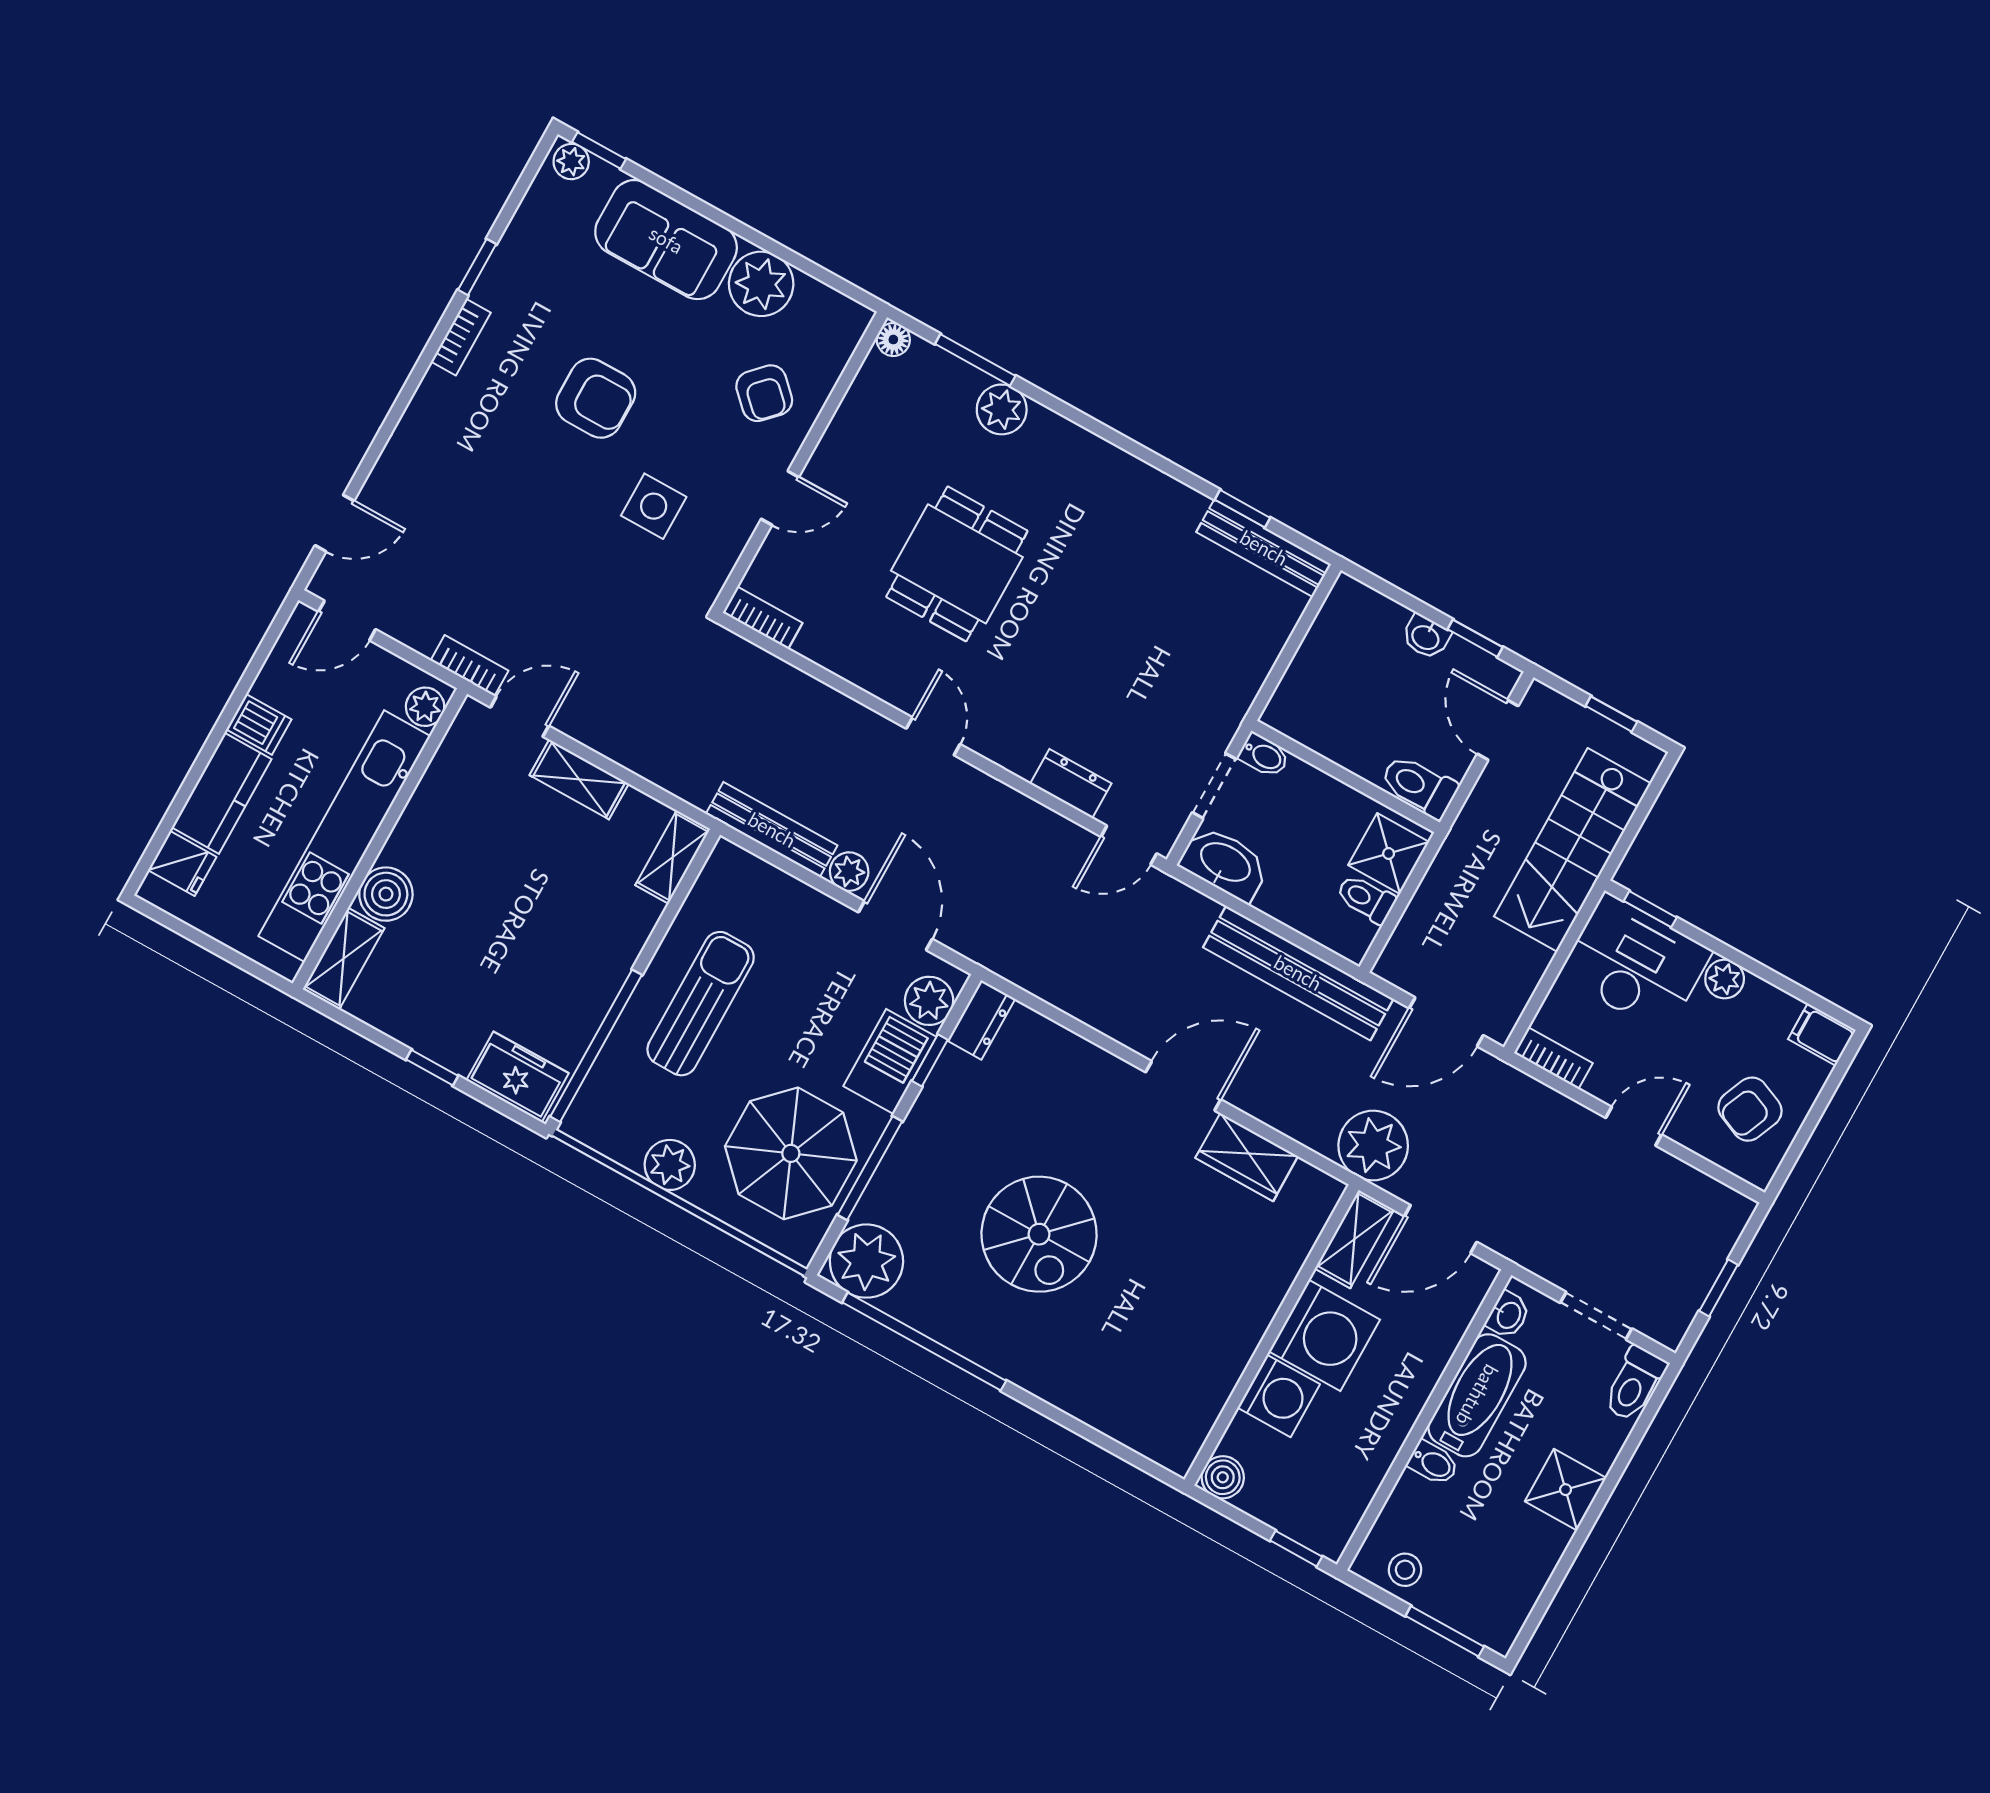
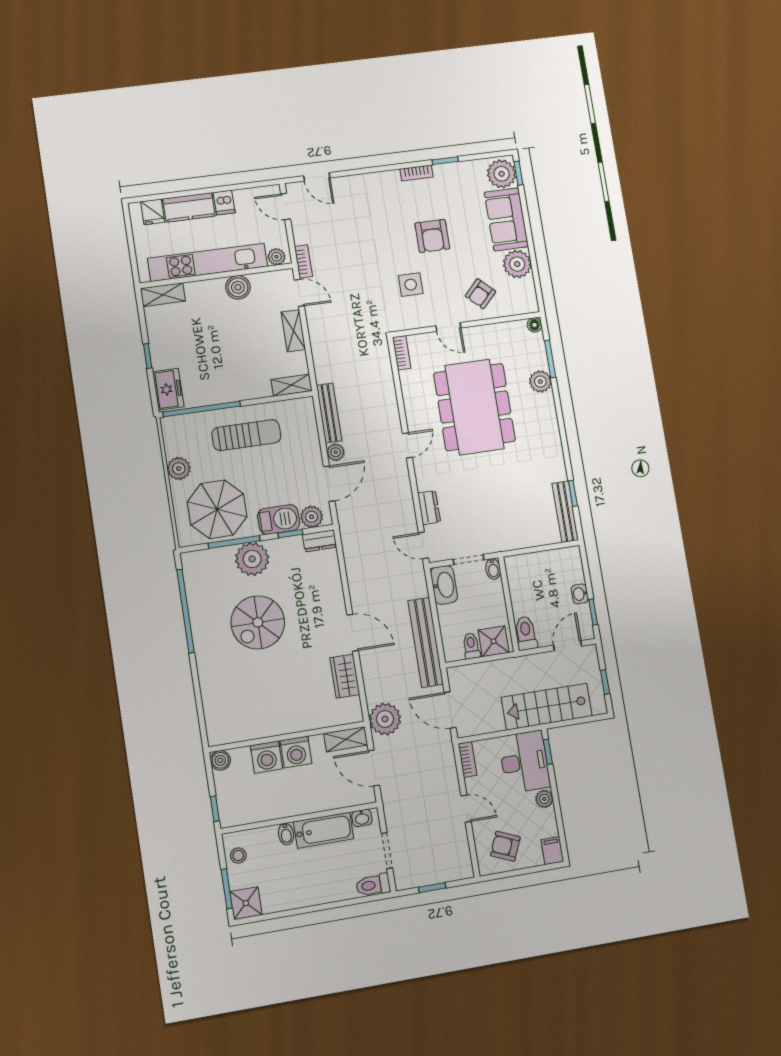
plant: (571, 162) -> (502, 174), width x1.88, depth x1.88
dining table: (957, 564) -> (474, 407), width x1.88, depth x1.24
boiler: (386, 894) -> (238, 287), moved
plant: (866, 1261) -> (252, 559), moved
washing machine: (1324, 1335) -> (296, 752), width x0.73, depth x0.73
shower: (1566, 1490) -> (246, 903), moved

